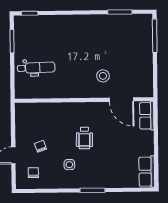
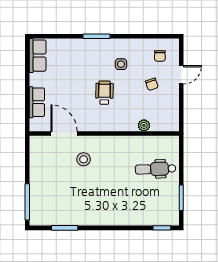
plant: (47, 108) -> (144, 125), added
row of seats: (147, 116) -> (37, 102), moved

